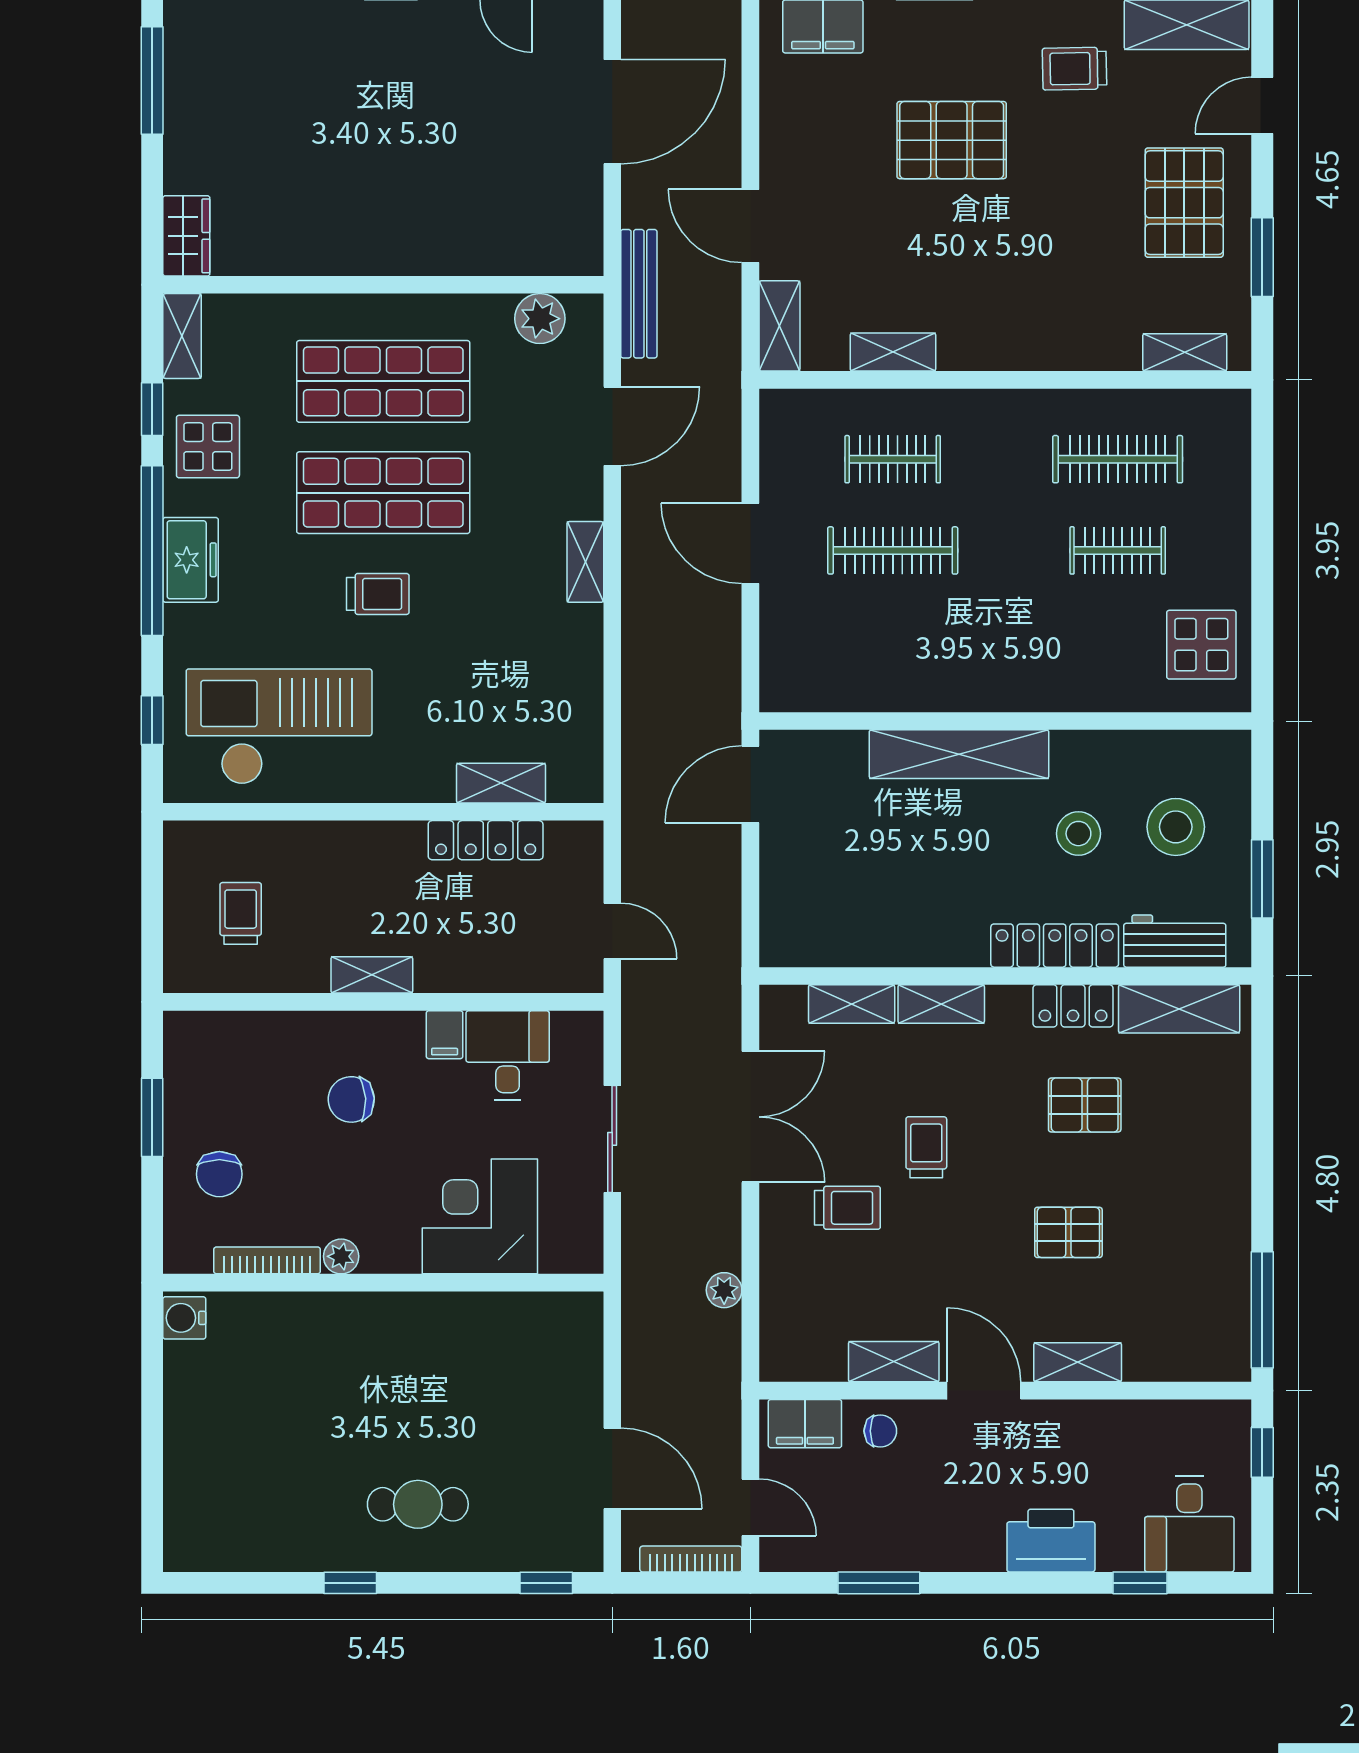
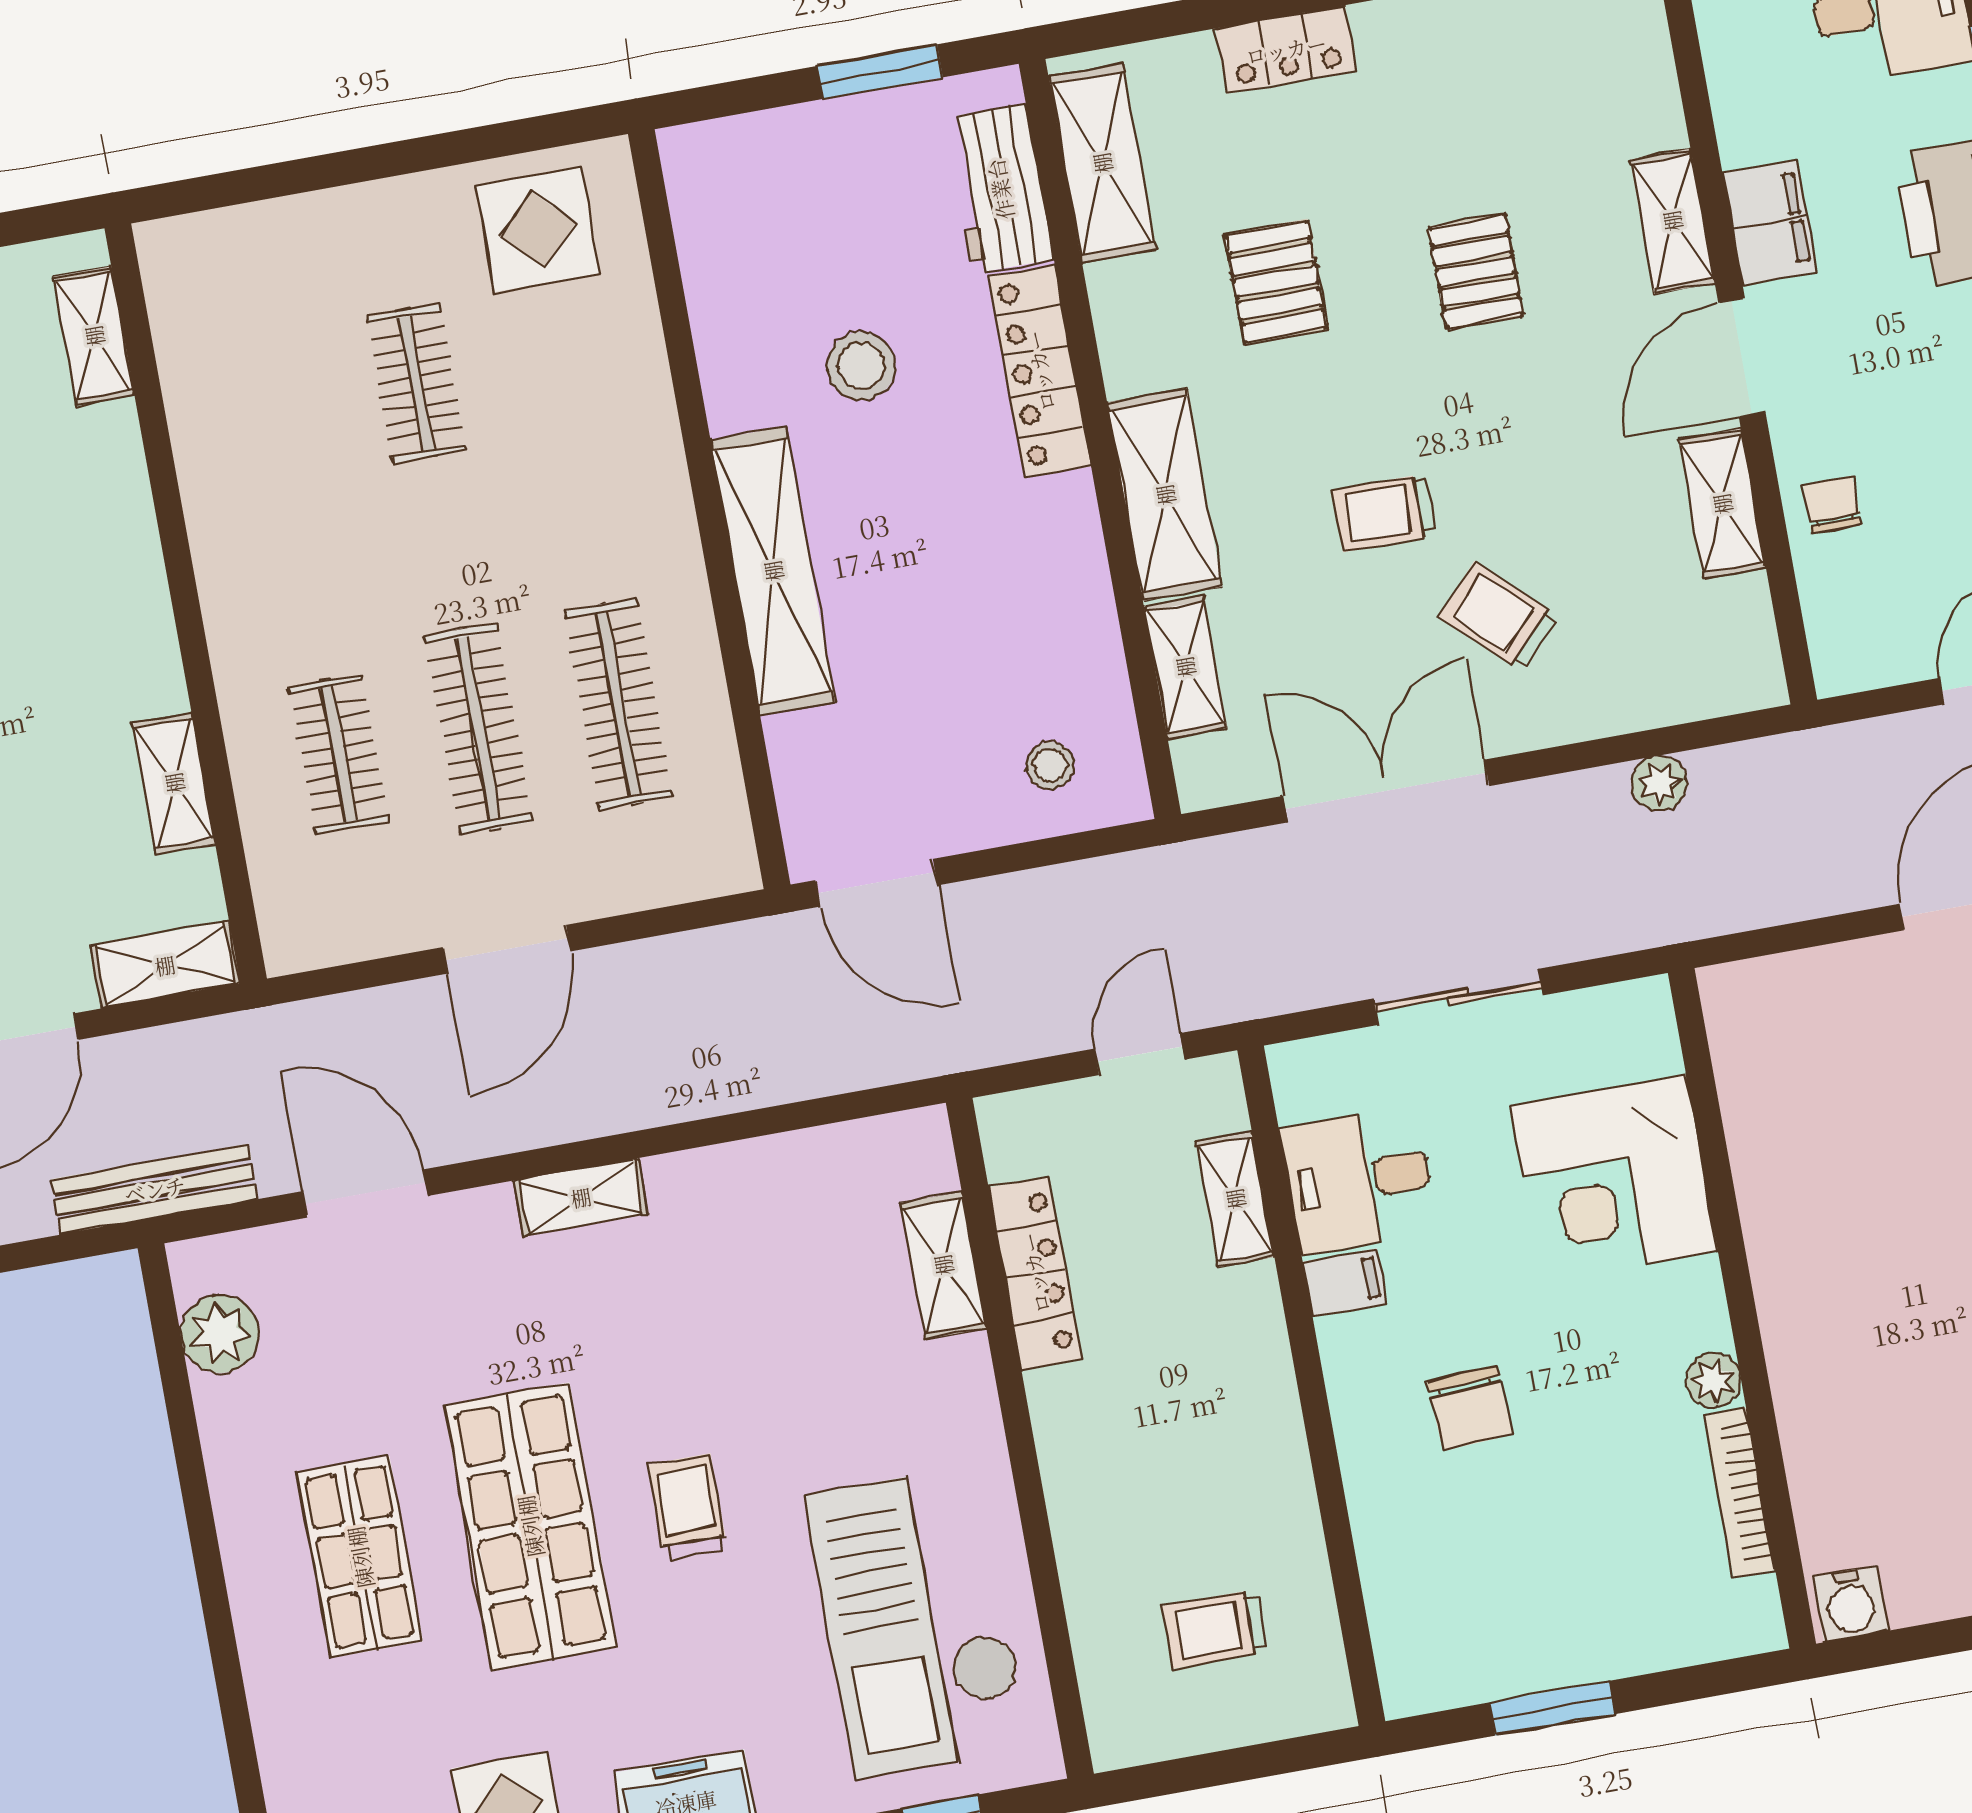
shop shelf: (383, 381) -> (360, 1557), width x0.70, depth x0.74
clothes rail: (1118, 459) -> (618, 704), moved
stool: (1176, 827) -> (1050, 765), moved, width x0.53, depth x0.53
shelving: (372, 975) -> (1235, 1199), moved
shelving: (941, 1004) -> (1165, 495), width x1.50, depth x1.33
locker: (1073, 1006) -> (1286, 49), moved, turned 90
chair: (219, 1174) -> (1621, 1590), removed
trolley: (847, 1208) -> (1499, 617), turned -47
filing cabinet: (805, 1424) -> (1770, 222), moved

